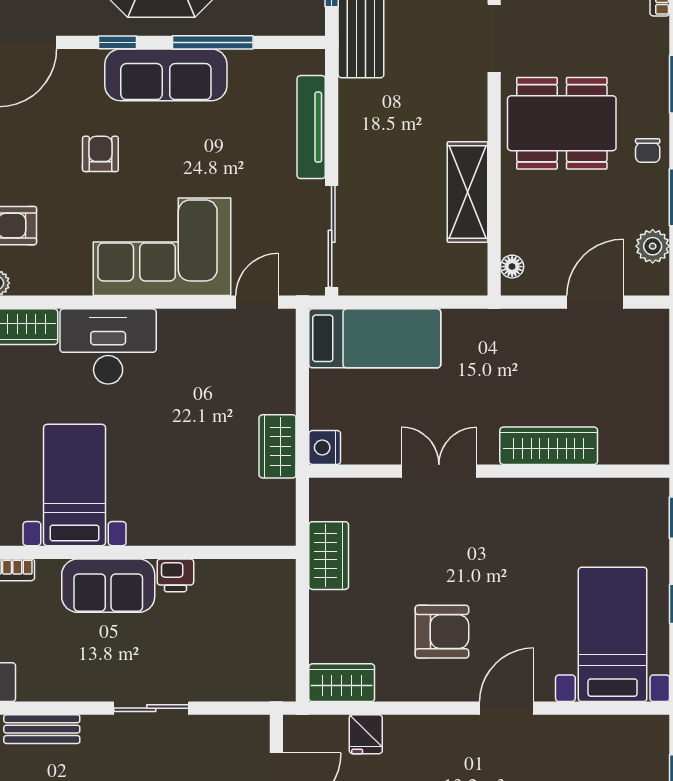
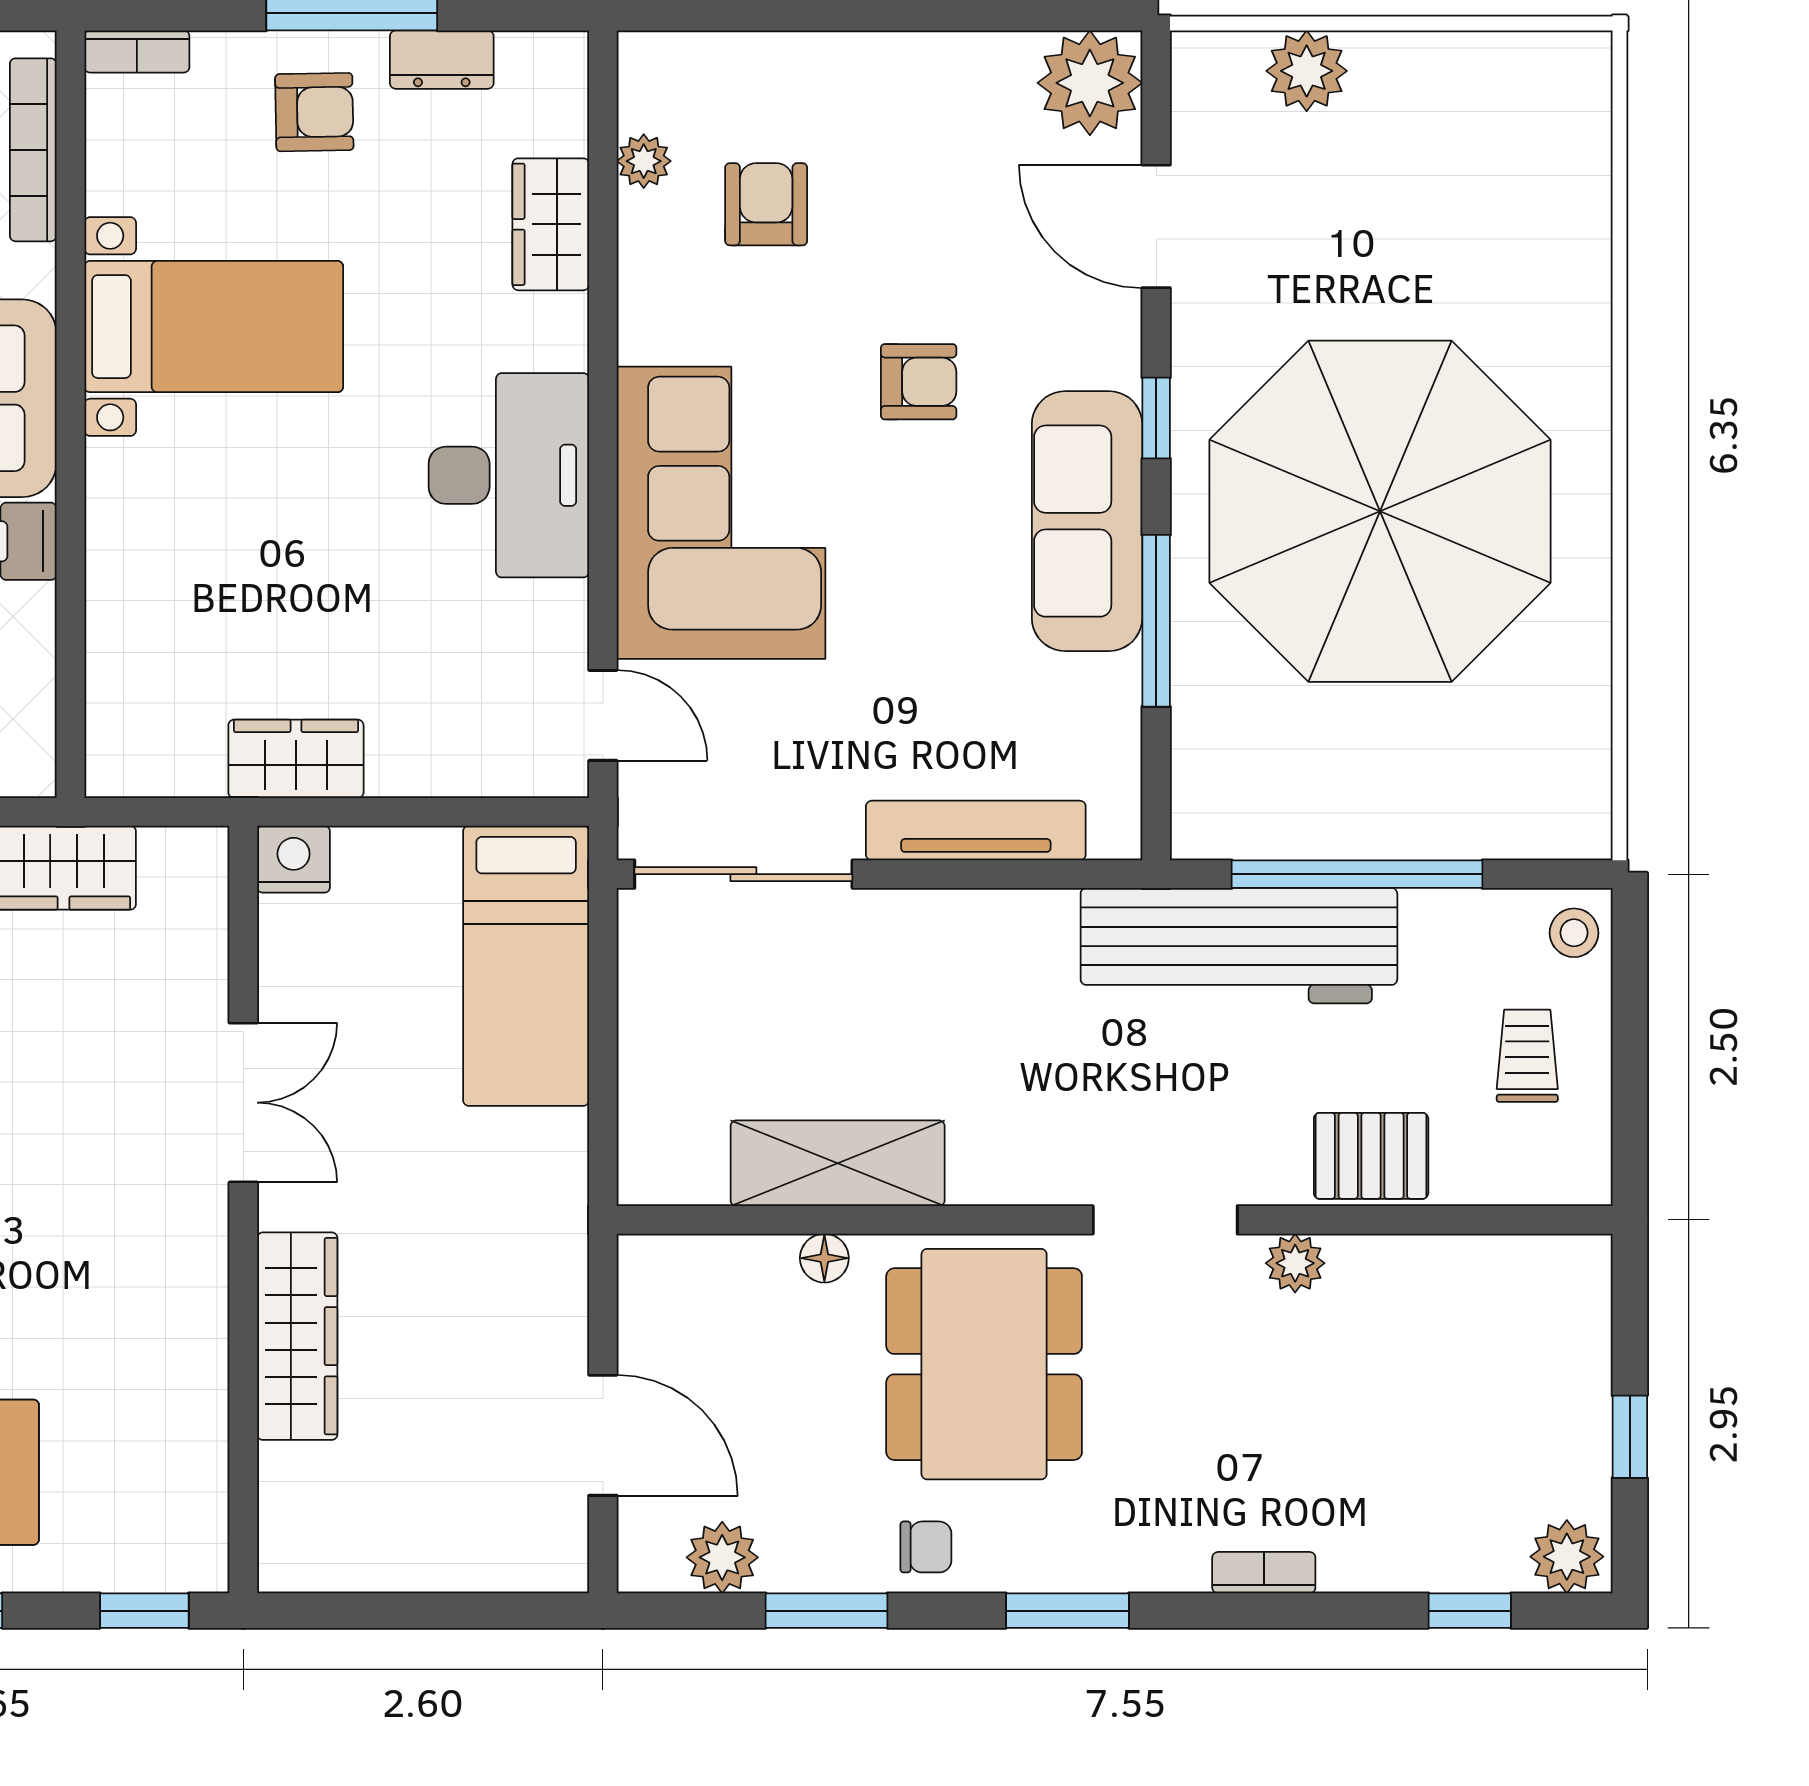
chair: (648, 151) -> (926, 1547), turned 180
floor lamp: (512, 267) -> (824, 1258), moved
desk: (108, 346) -> (509, 475), moved

